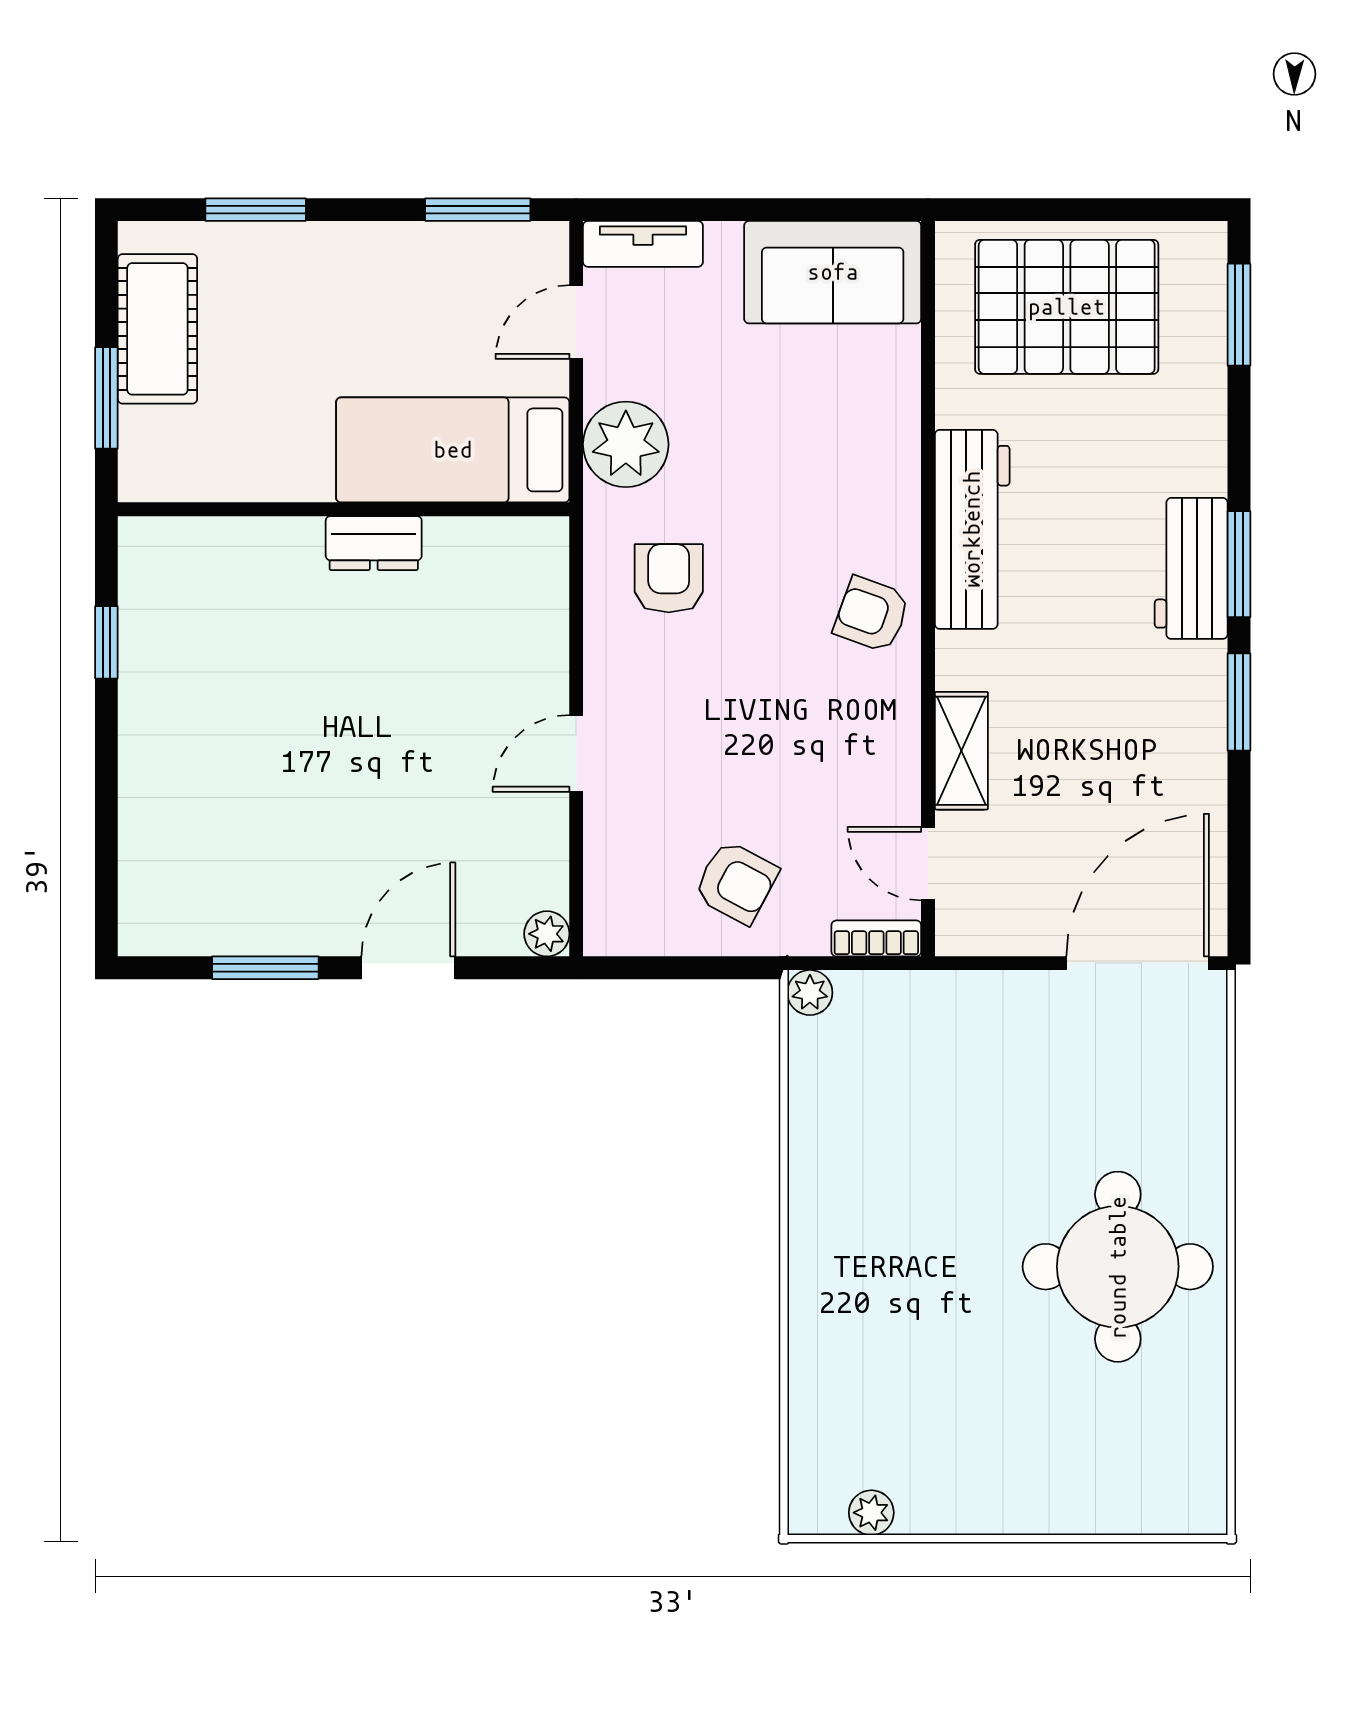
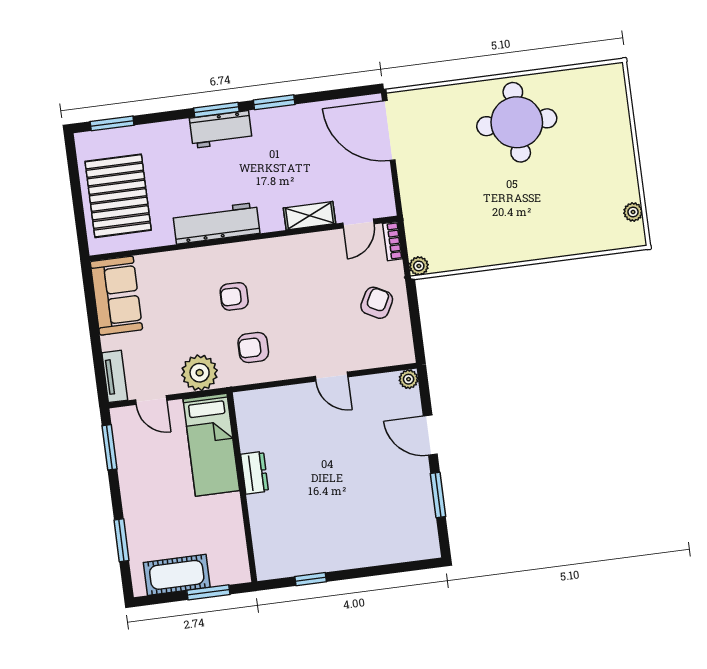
armchair: (872, 614) -> (234, 296), moved, turned 70

